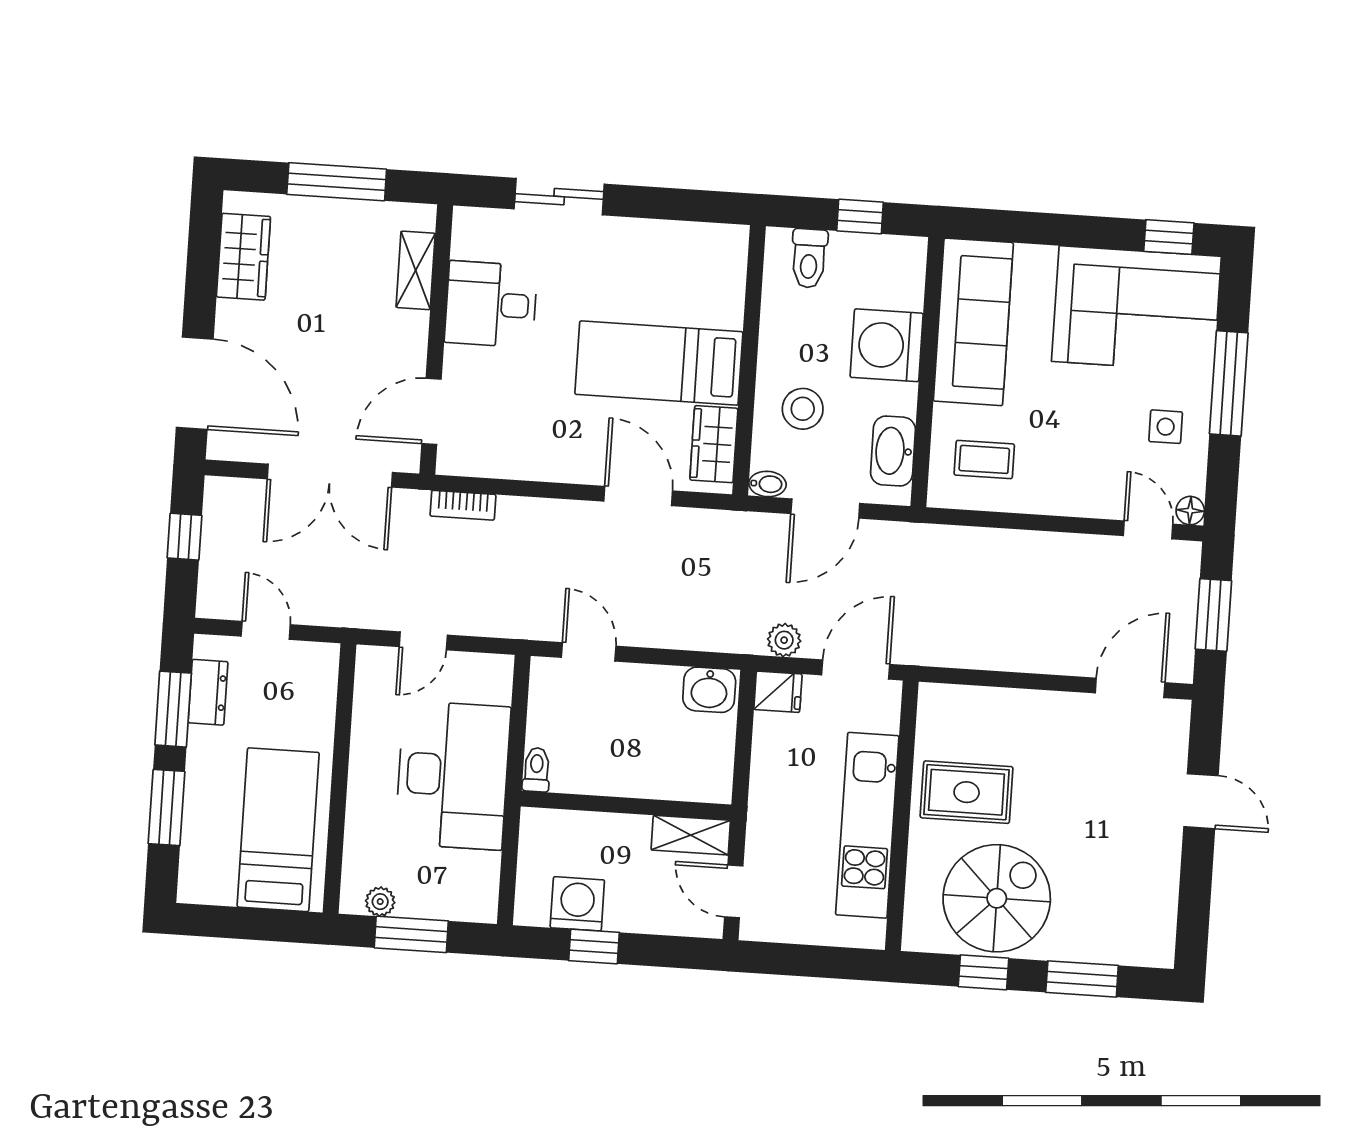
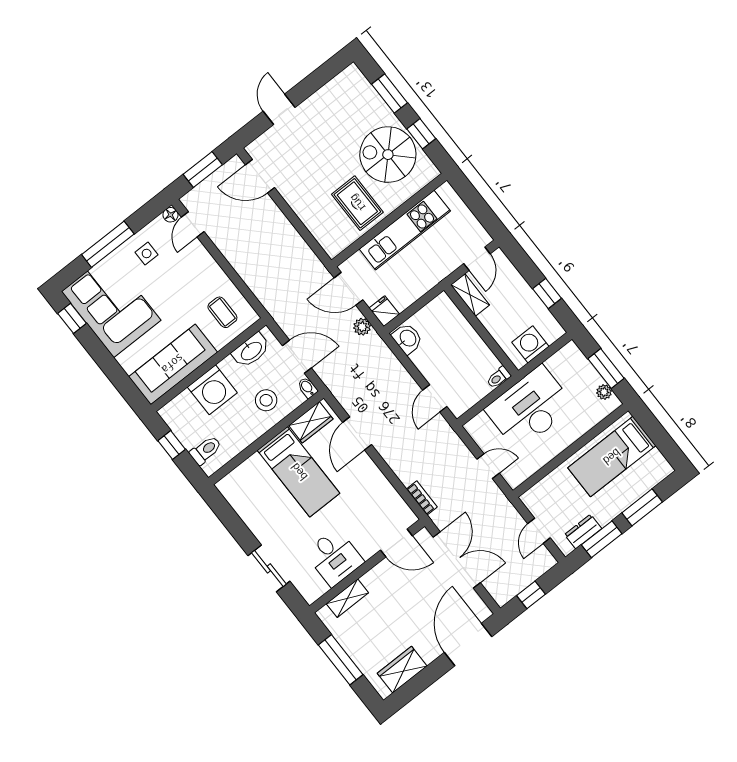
washing machine: (577, 904) -> (530, 344), moved, turned 90

